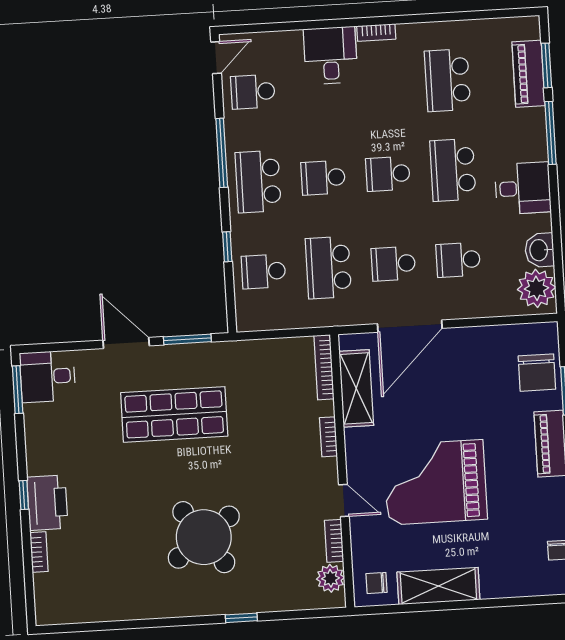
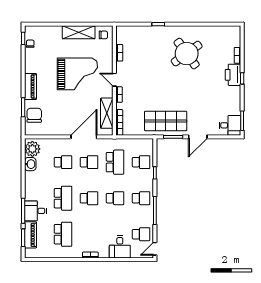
desk: (331, 56) -> (120, 247), moved
school desk: (258, 182) -> (141, 198), width x0.54
desk: (523, 188) -> (35, 211), moved
door: (126, 343) -> (198, 137), hinge flipped
shop shelf: (174, 414) -> (166, 121), moved
door: (344, 501) -> (114, 80), moved
round table: (204, 537) -> (187, 54), moved
plant: (331, 578) -> (122, 38), removed

